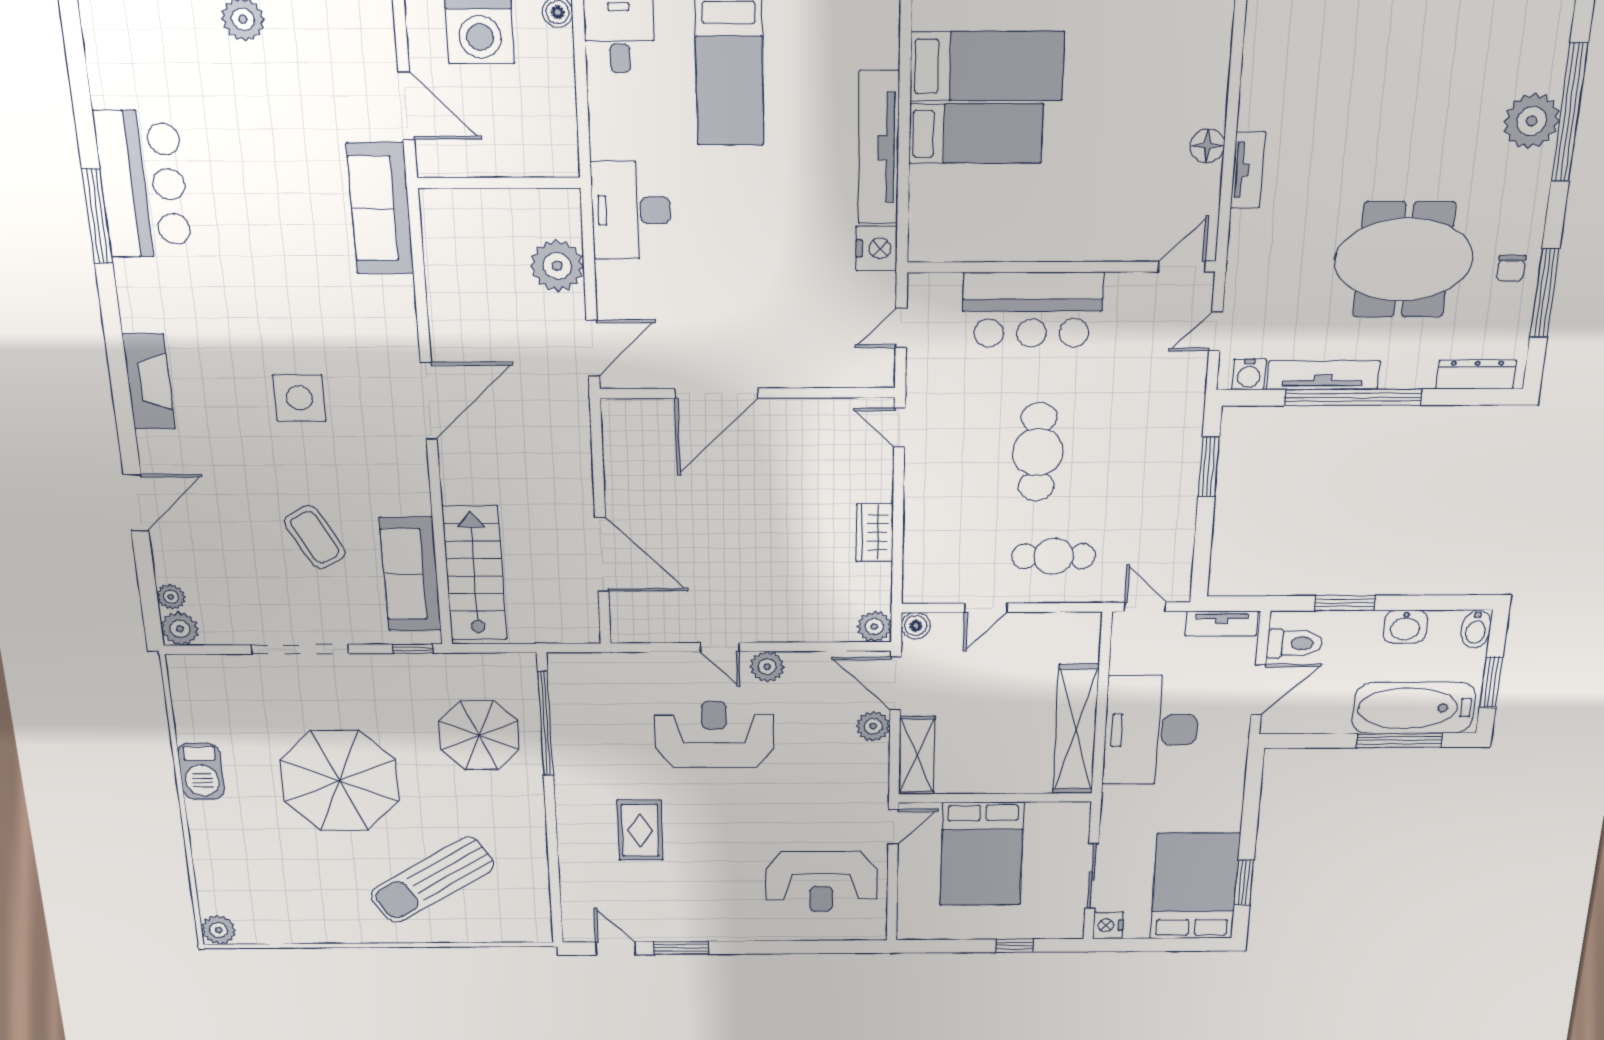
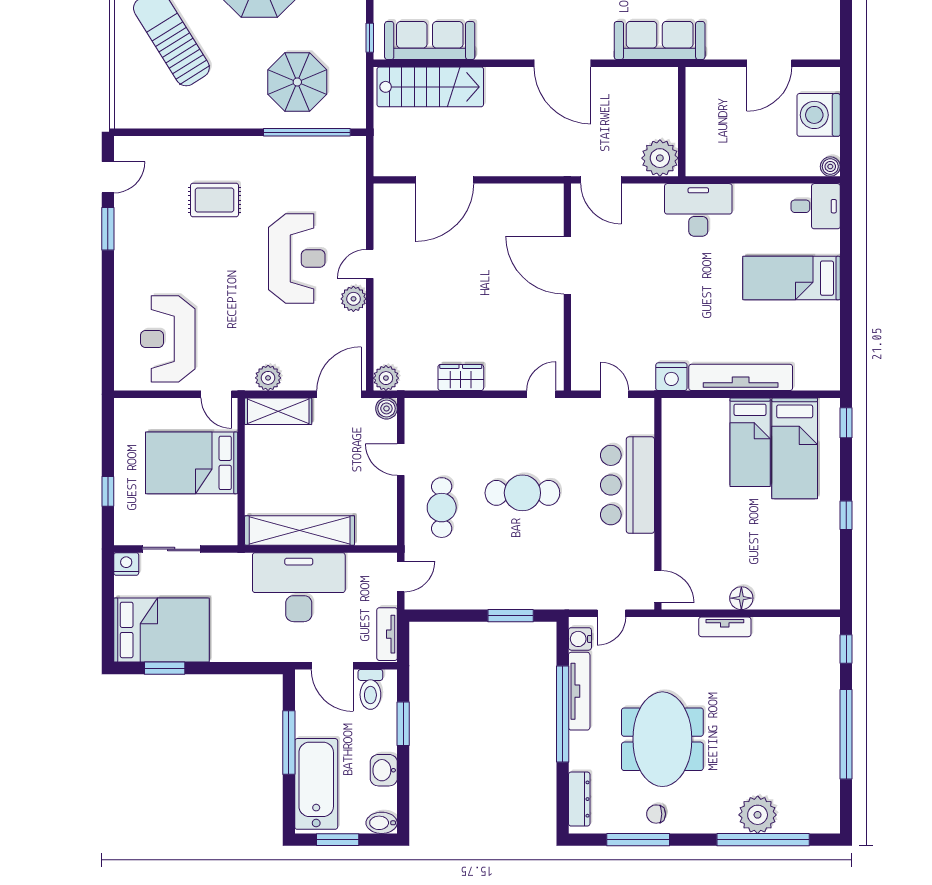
wall: (499, 183) -> (682, 122), moved
sofa: (380, 209) -> (660, 40), moved
door: (1216, 331) -> (611, 613), swing flipped
plant: (873, 726) -> (268, 378), moved
window: (1400, 740) -> (289, 743), moved

